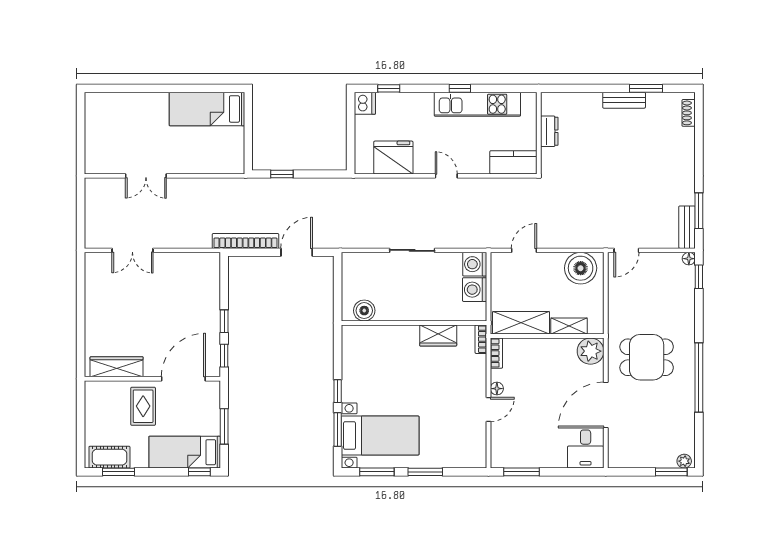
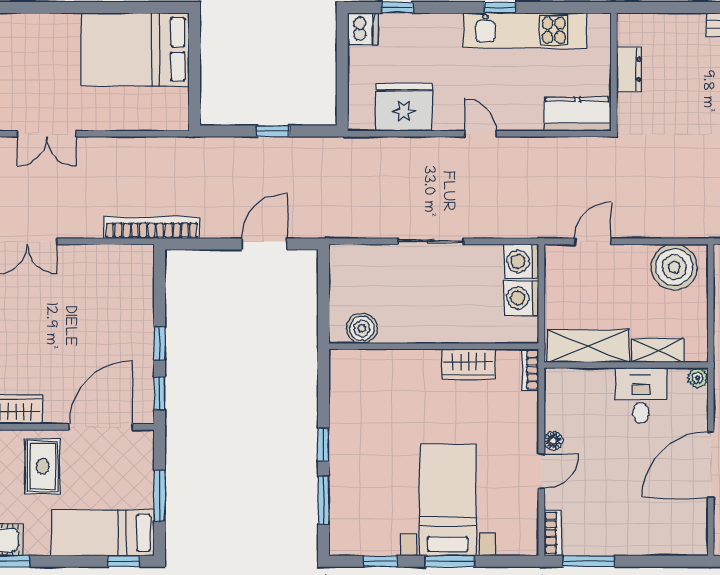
bed: (207, 109) -> (135, 49), width x1.50
window: (282, 174) -> (273, 131), moved
bookcase: (245, 241) -> (152, 228), moved
plant: (591, 351) -> (698, 378), width x0.53, depth x0.53
bookcase: (496, 353) -> (553, 533), moved
bed with nightstands: (380, 436) -> (448, 500), moved, turned -90
desk: (586, 449) -> (641, 395), moved, turned 180
window: (377, 472) -> (380, 561), width x0.67

